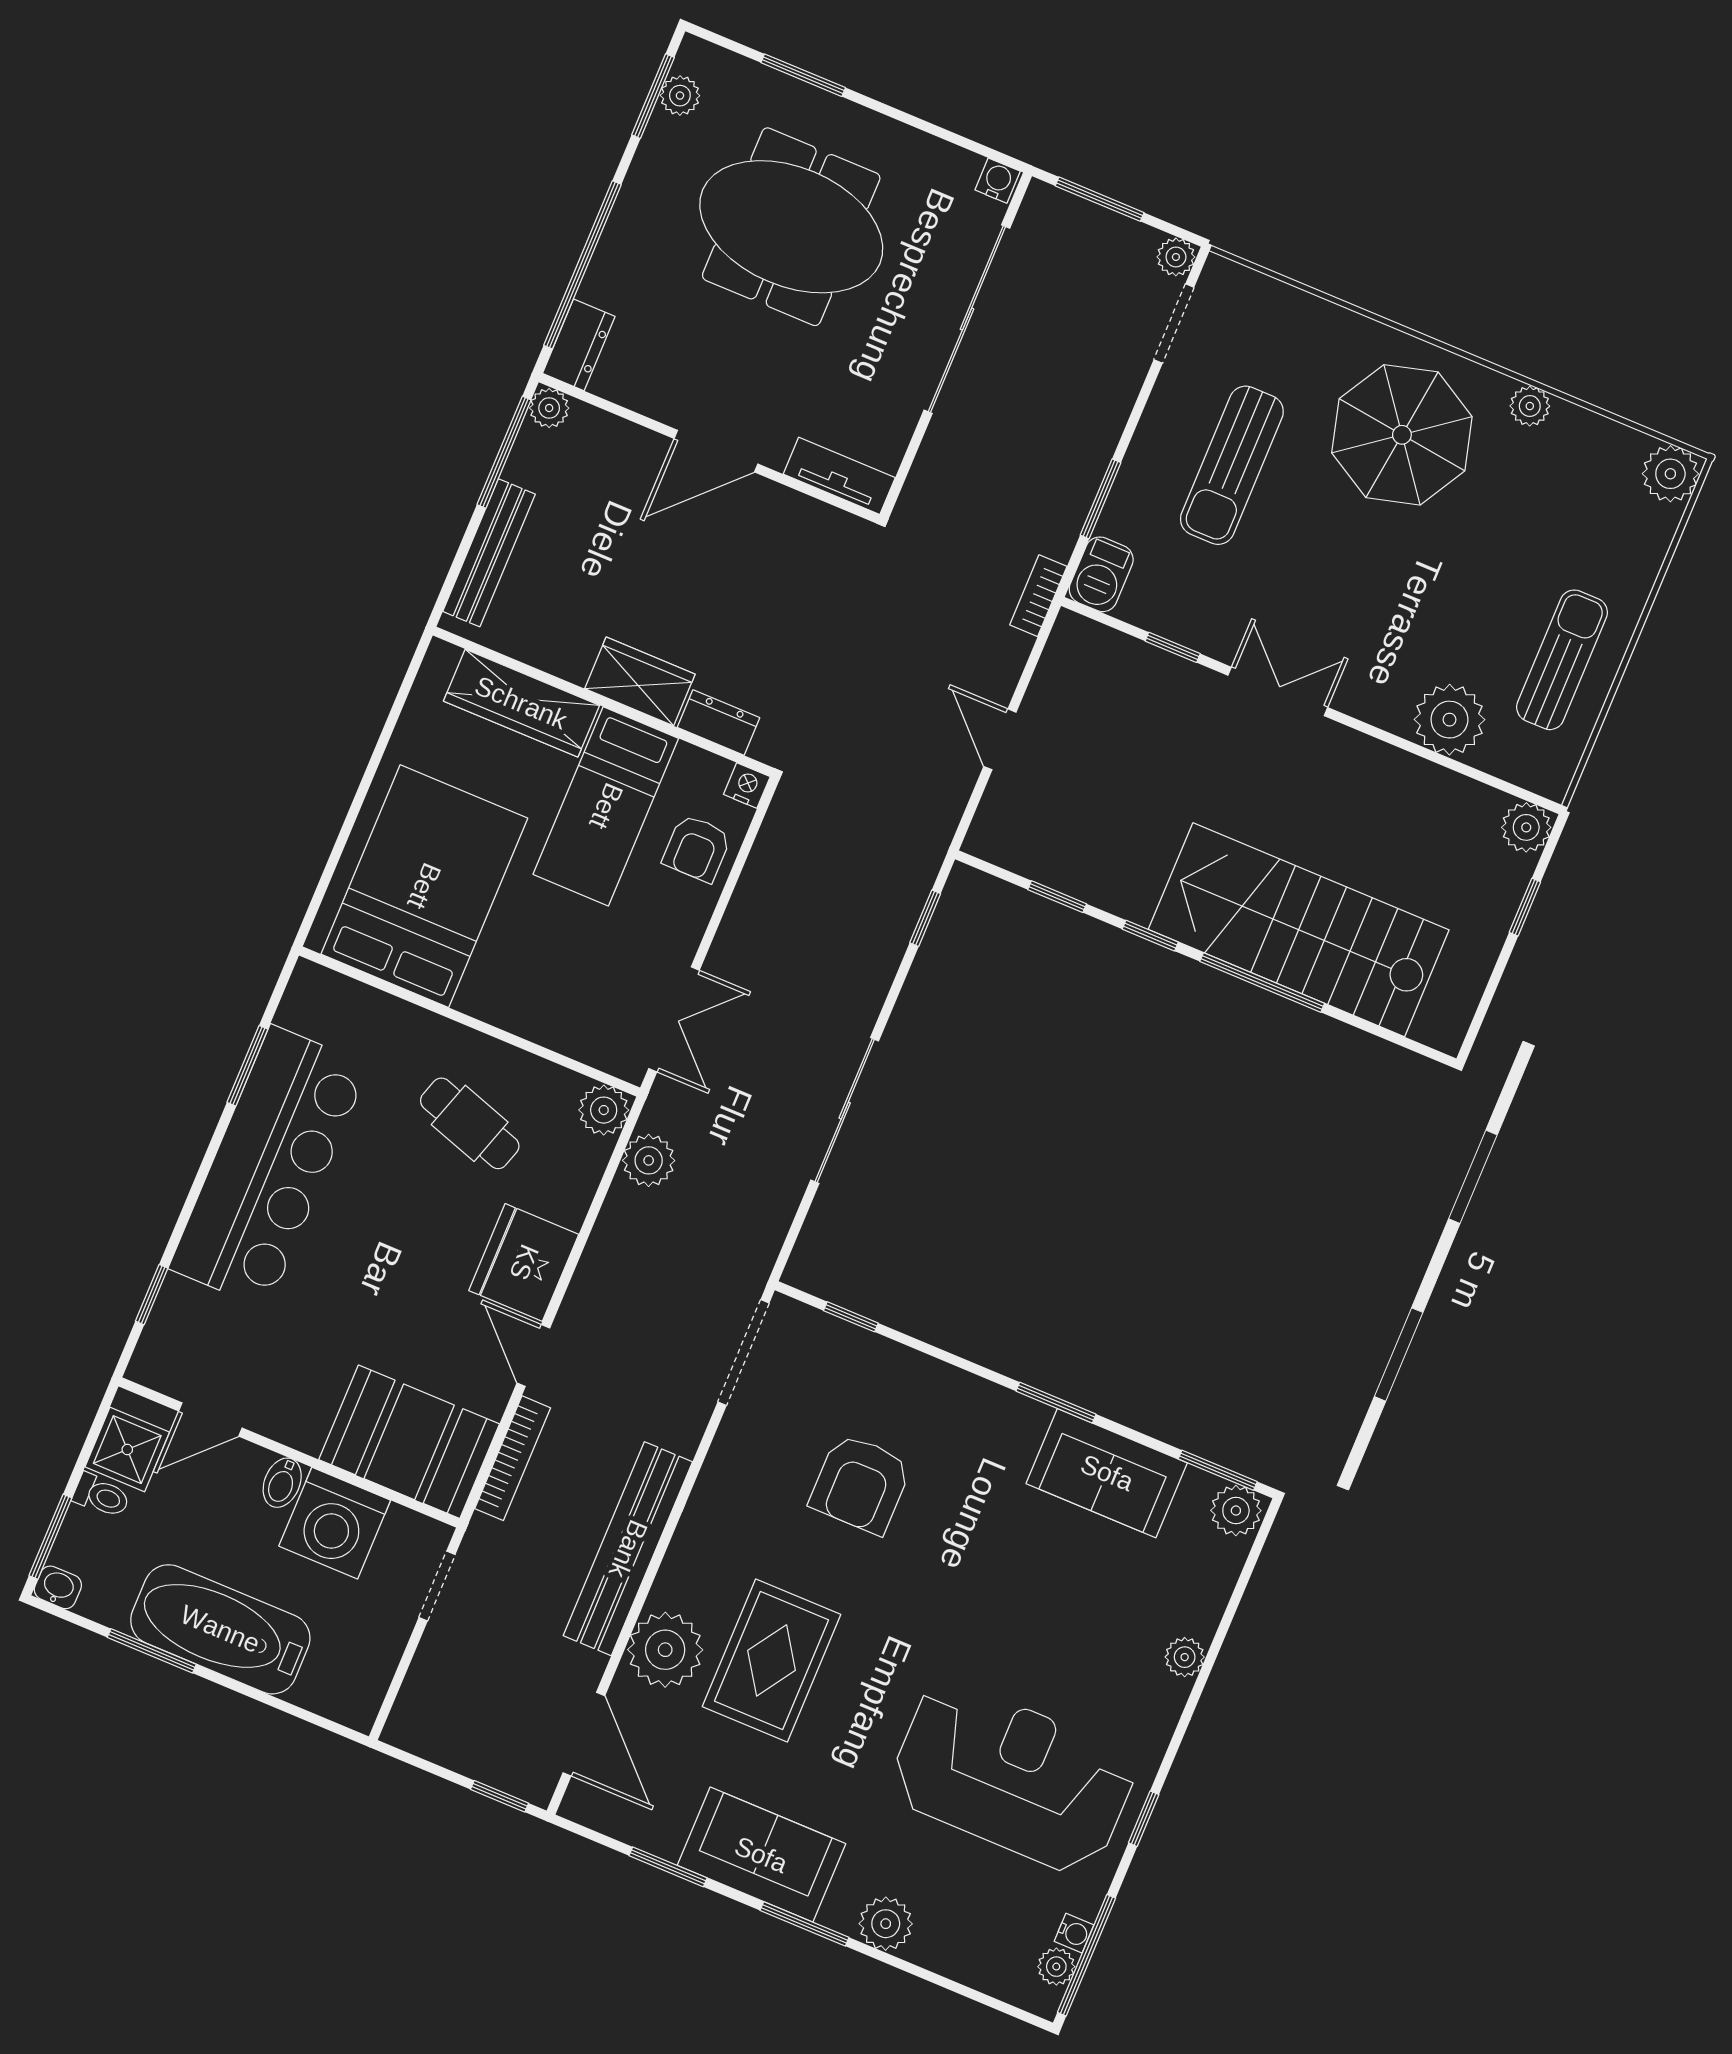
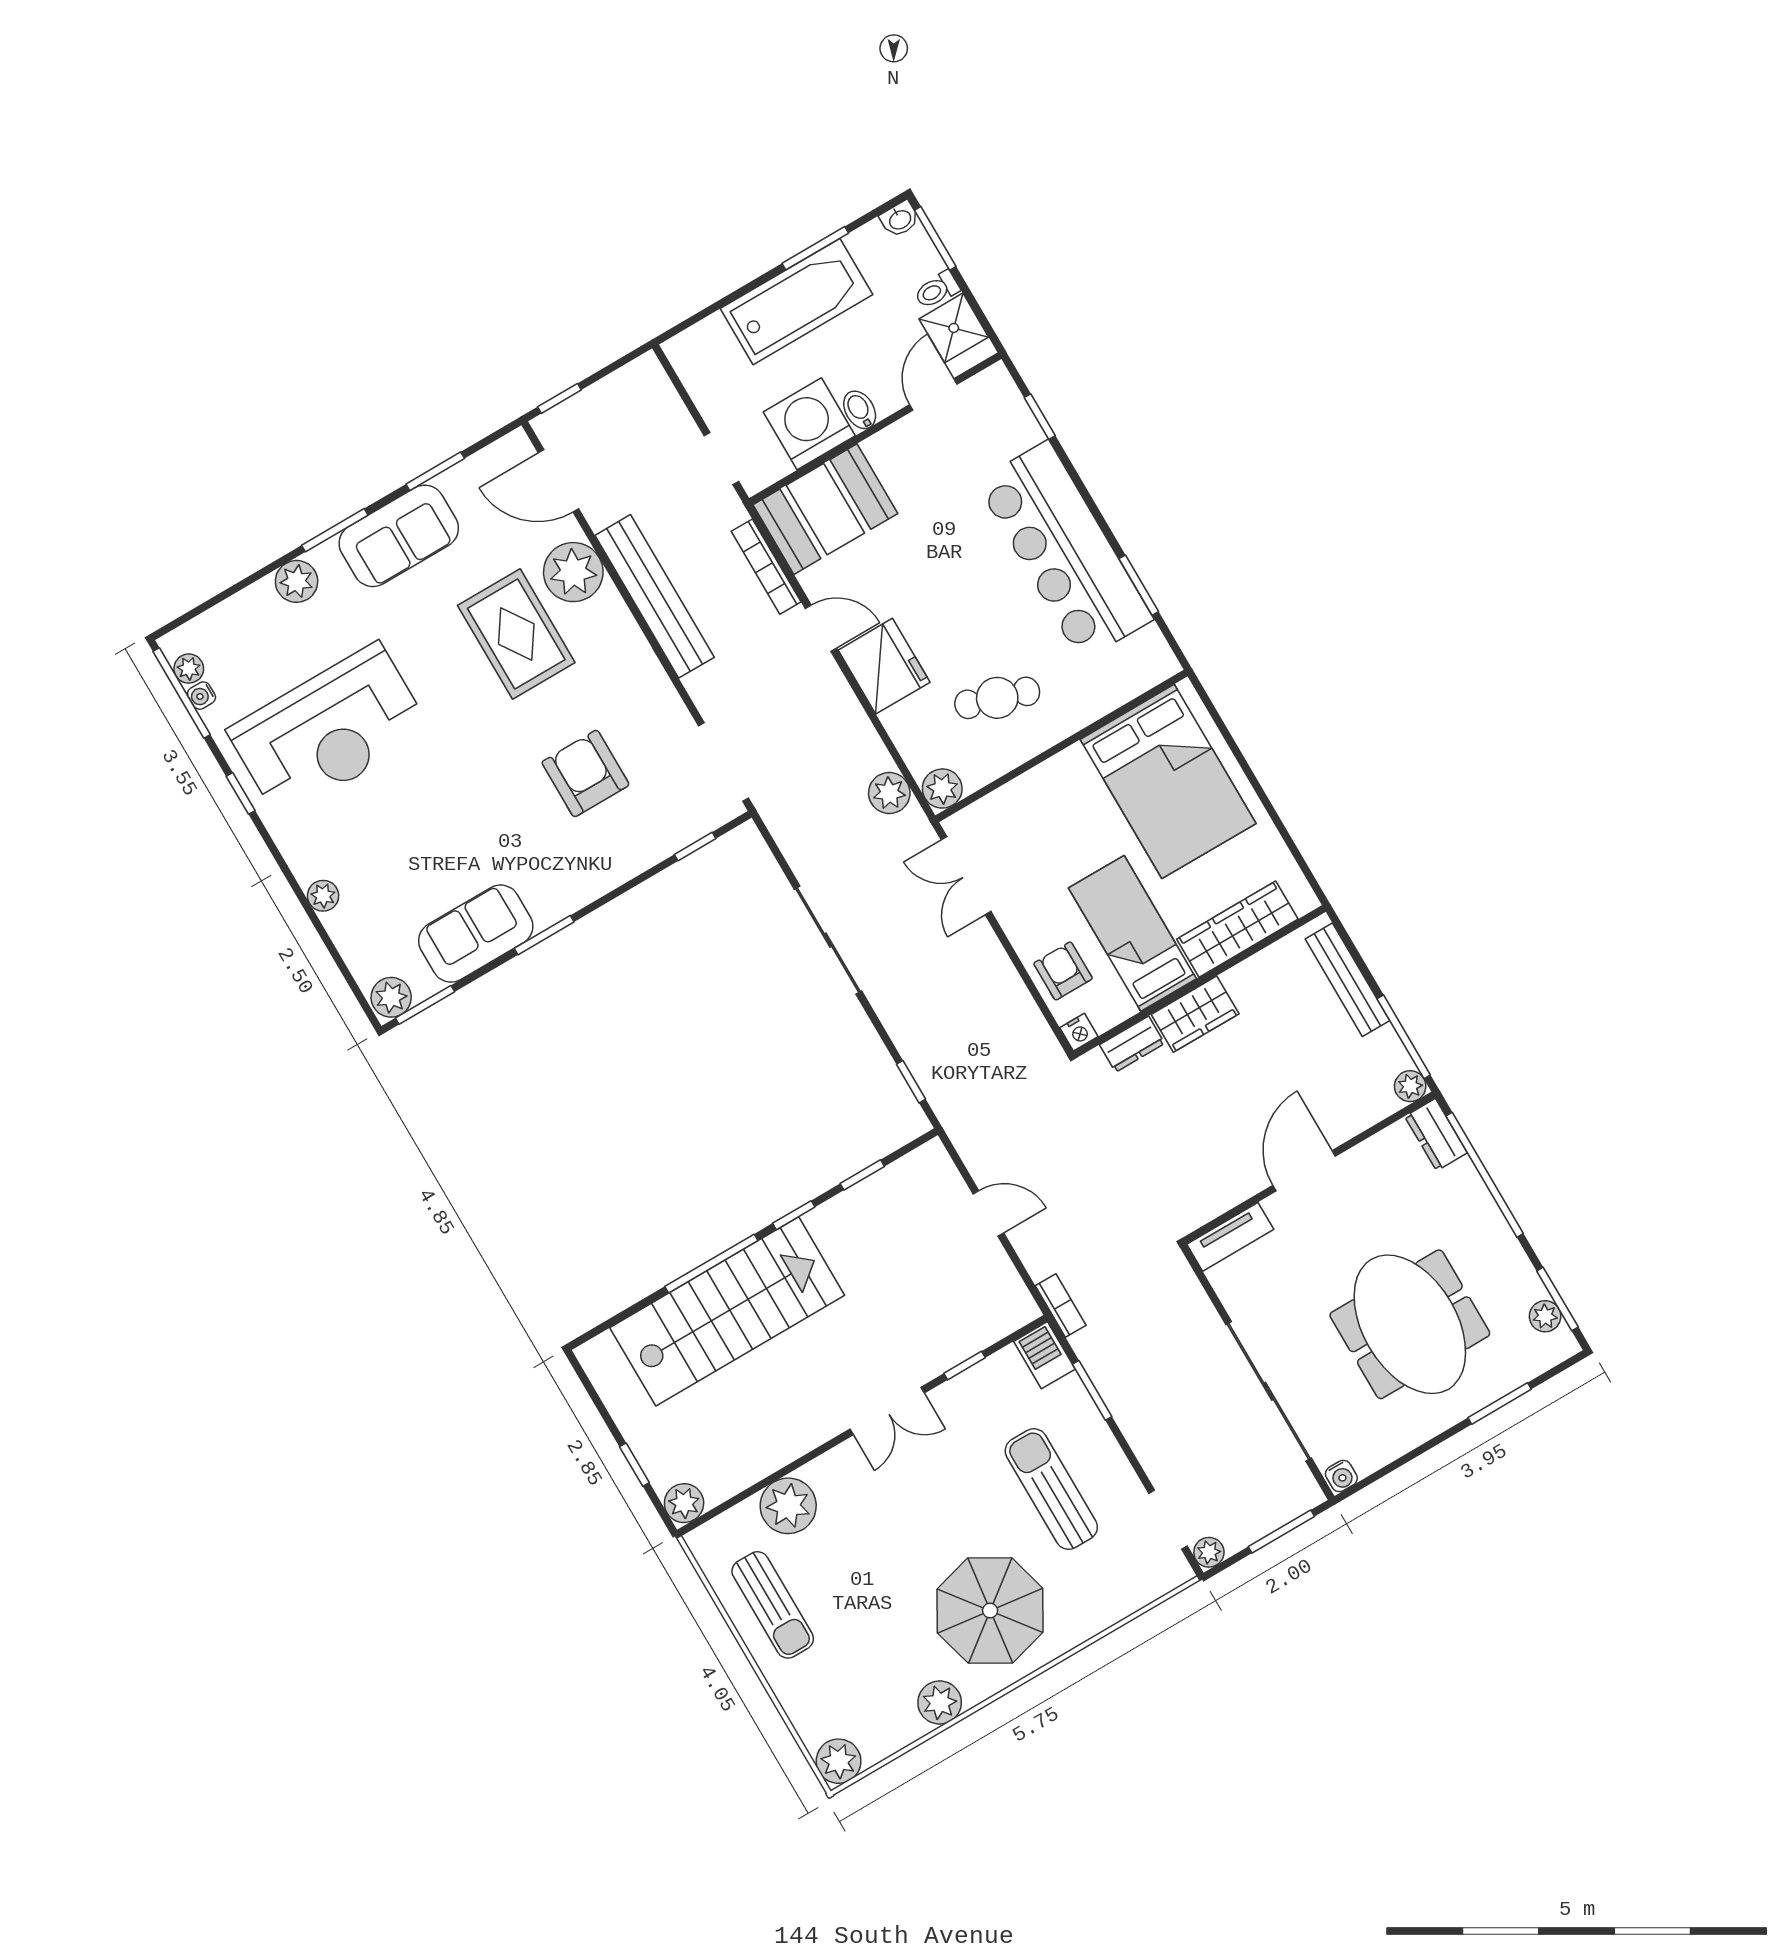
meeting table: (791, 227) -> (1410, 1324), turned 90
plant: (1530, 406) -> (940, 1703), width x1.38, depth x1.38

